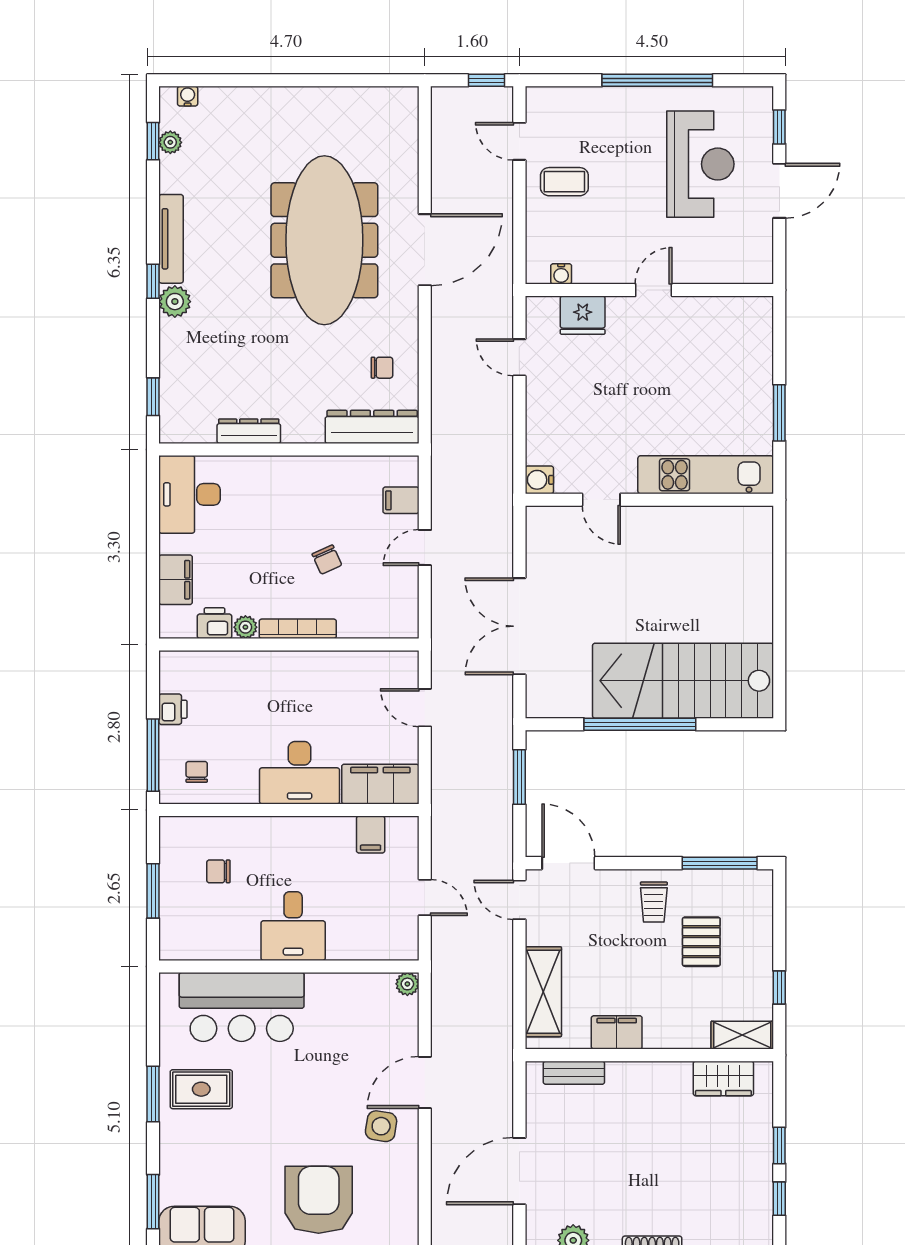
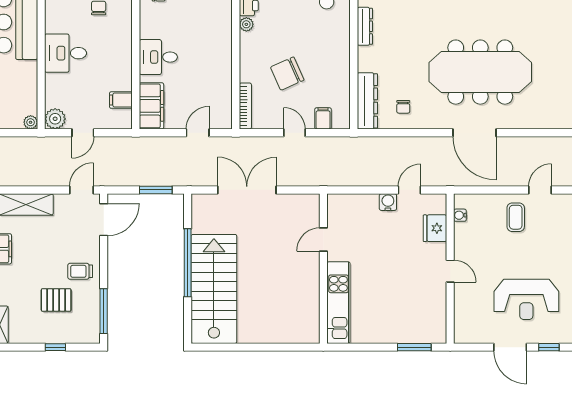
window: (779, 413) -> (414, 347), moved
water cooler: (539, 480) -> (388, 202), moved
chair: (327, 560) -> (287, 74), width x1.87, depth x1.87
bookcase: (298, 629) -> (245, 106), moved
desk: (300, 773) -> (158, 57), width x0.73
plant: (402, 943) -> (55, 119), added
window: (779, 987) -> (55, 347), moved

